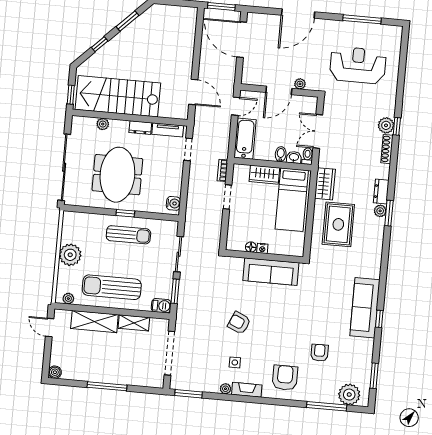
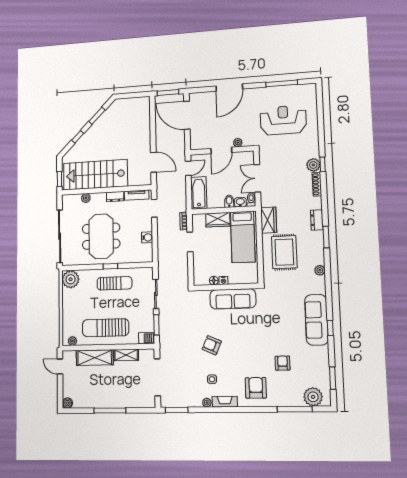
water cooler: (173, 203) -> (147, 237), moved
plant: (380, 211) -> (320, 270), moved
plant: (70, 255) -> (71, 279), moved

